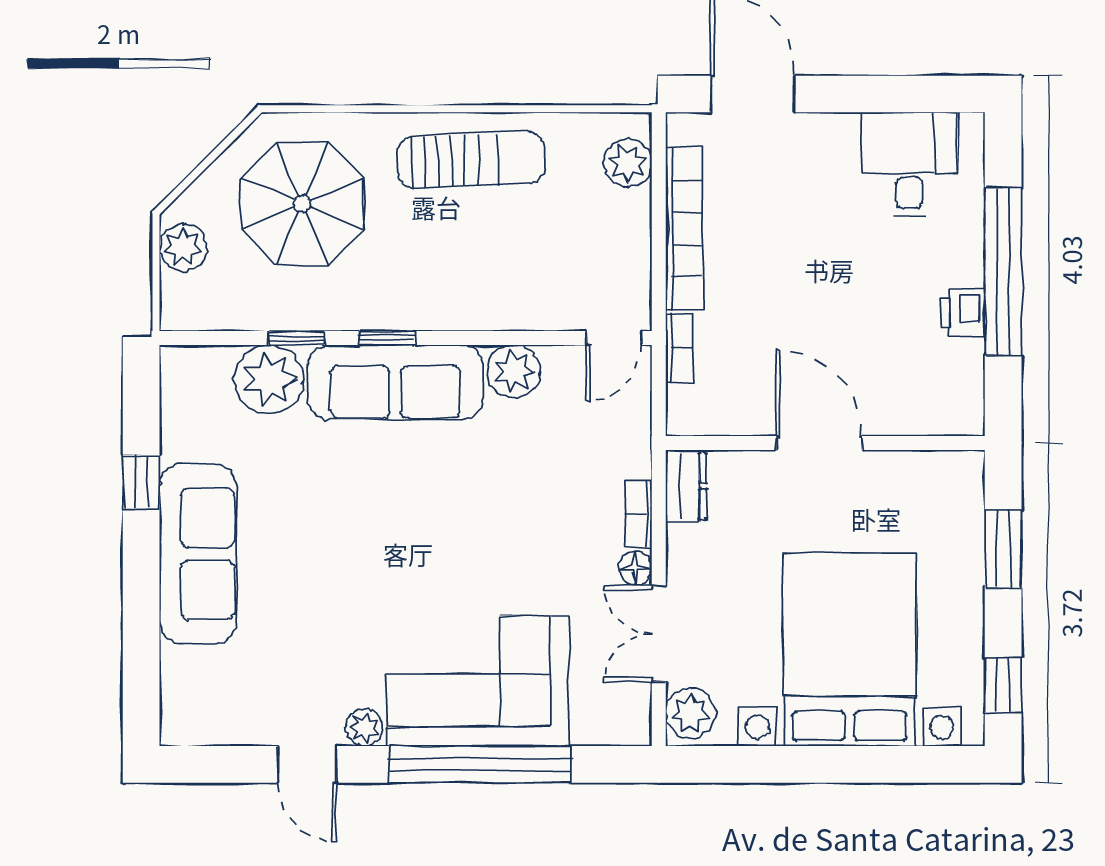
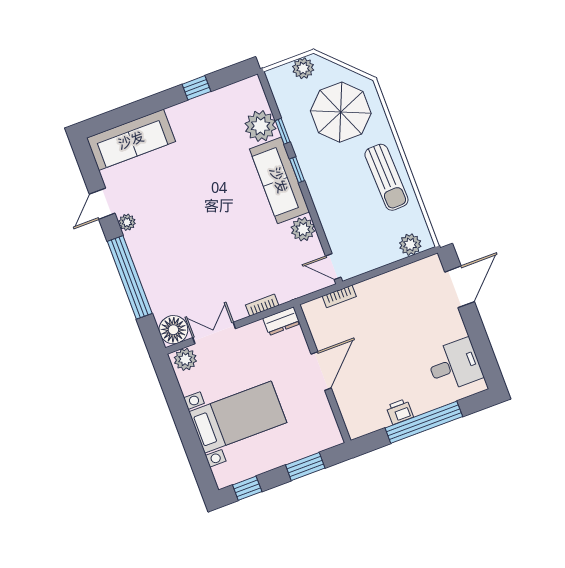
bookcase: (684, 229) -> (391, 279), removed
sofa: (198, 554) -> (131, 140), moved
floor lamp: (635, 568) -> (173, 330), moved, width x1.89, depth x1.89
bed with nightstands: (850, 650) -> (238, 417), width x0.73
corner sofa: (478, 681) -> (165, 263), removed

